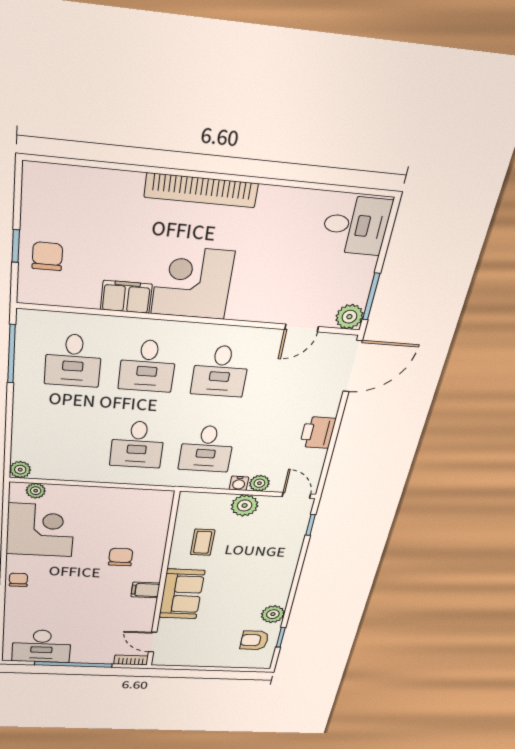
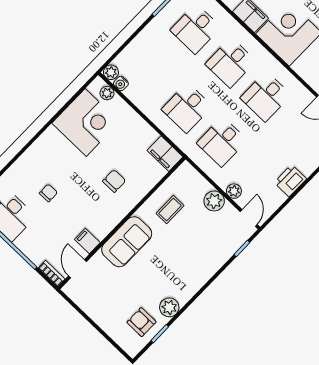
water cooler: (239, 483) -> (121, 83), moved
filing cabinet: (152, 501) -> (165, 154), added
chair: (18, 580) -> (48, 193), moved
filing cabinet: (145, 590) -> (87, 241), moved

